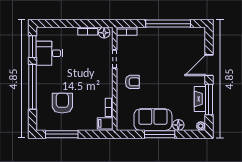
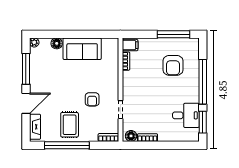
rug: (165, 44) -> (70, 125), added
armchair: (132, 82) -> (92, 99), moved, turned -90
fireplace: (200, 99) -> (35, 127), moved
window: (160, 134) -> (75, 34), removed

